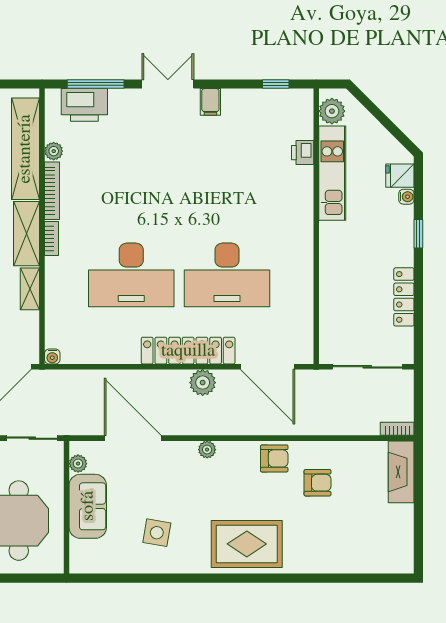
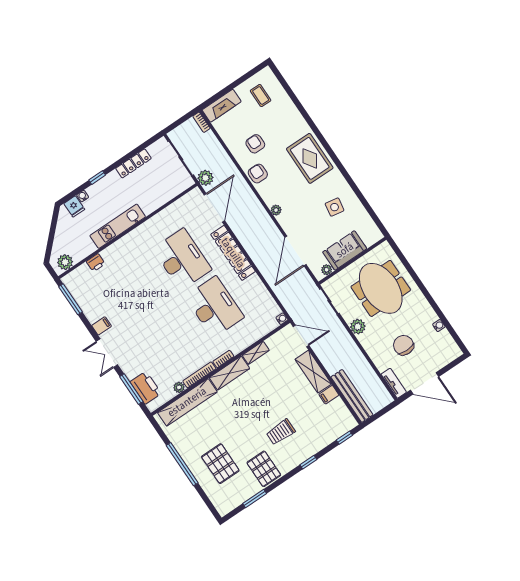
window: (276, 84) -> (71, 299), width x2.17
kitchen unit: (332, 173) -> (118, 226), moved
plant: (203, 383) -> (205, 178), moved
coffee table: (379, 535) -> (261, 95), added

